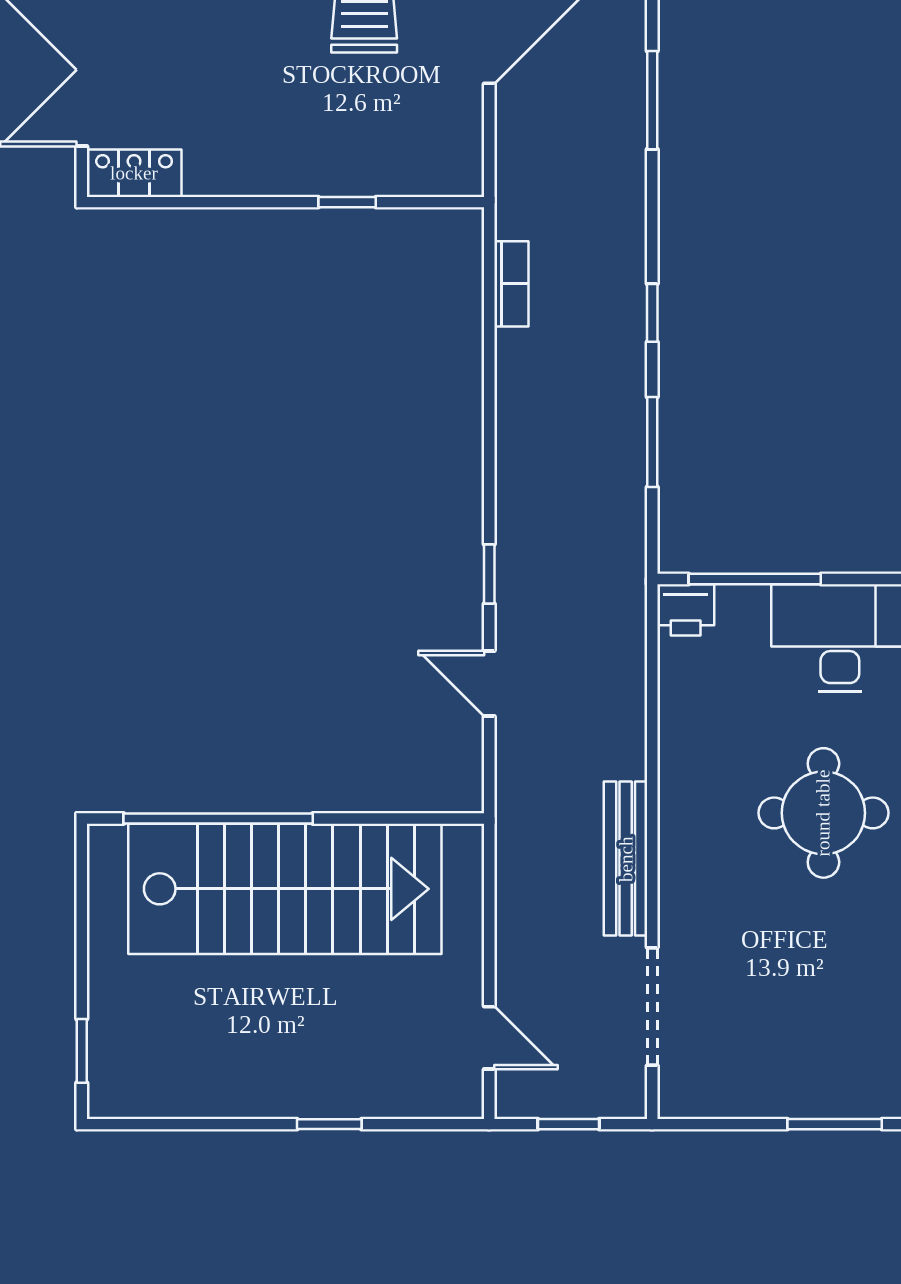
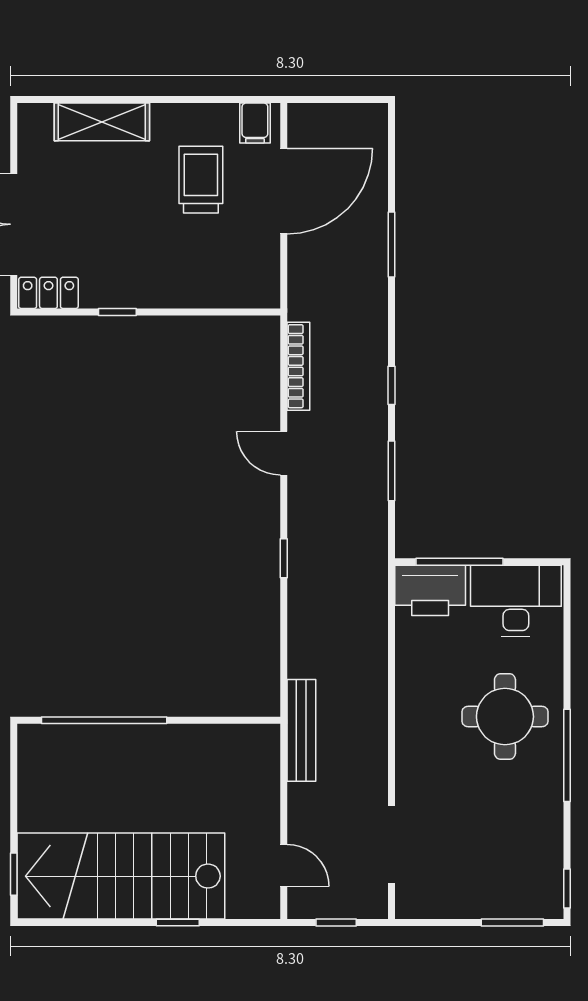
window: (347, 202) -> (117, 312), moved
bookcase: (511, 284) -> (298, 366), width x1.56
printer: (686, 610) -> (430, 590), width x1.87, depth x1.48
door: (489, 684) -> (284, 453), moved
bench: (626, 859) -> (301, 730), moved
stairs: (285, 889) -> (121, 876), moved, turned 180

